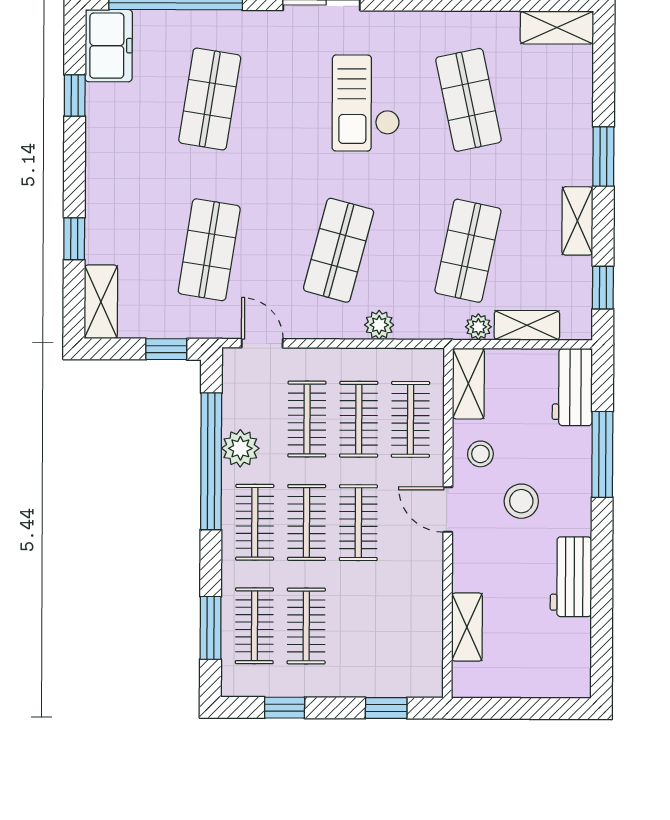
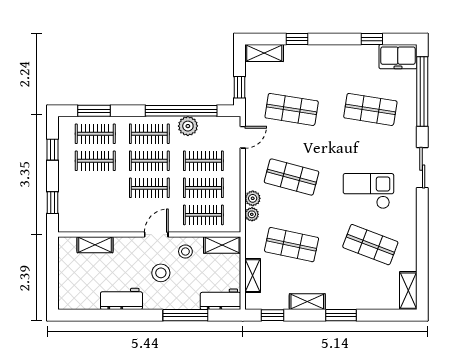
shop shelf: (468, 100) -> (370, 245), turned 33
plant: (478, 327) -> (252, 214), moved

